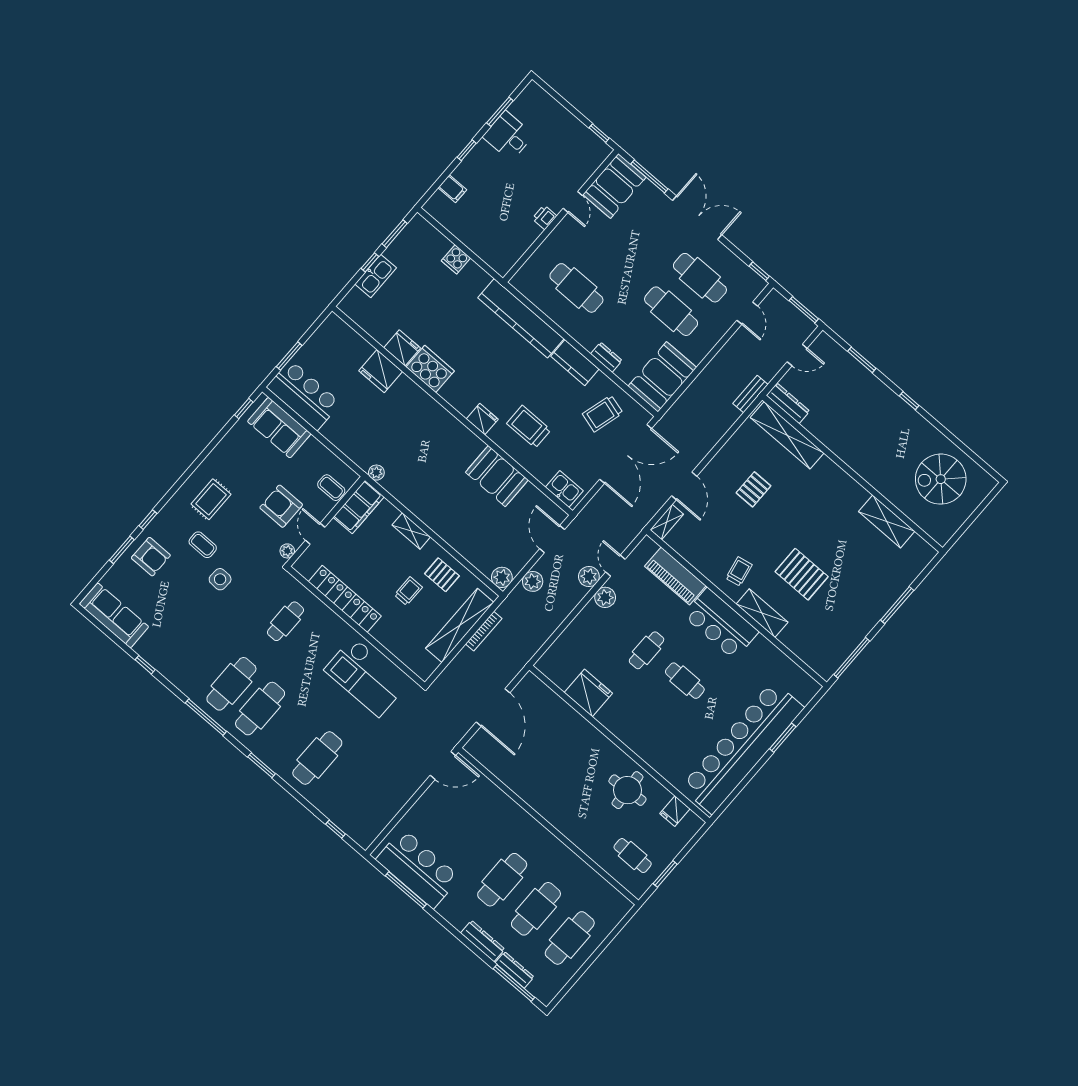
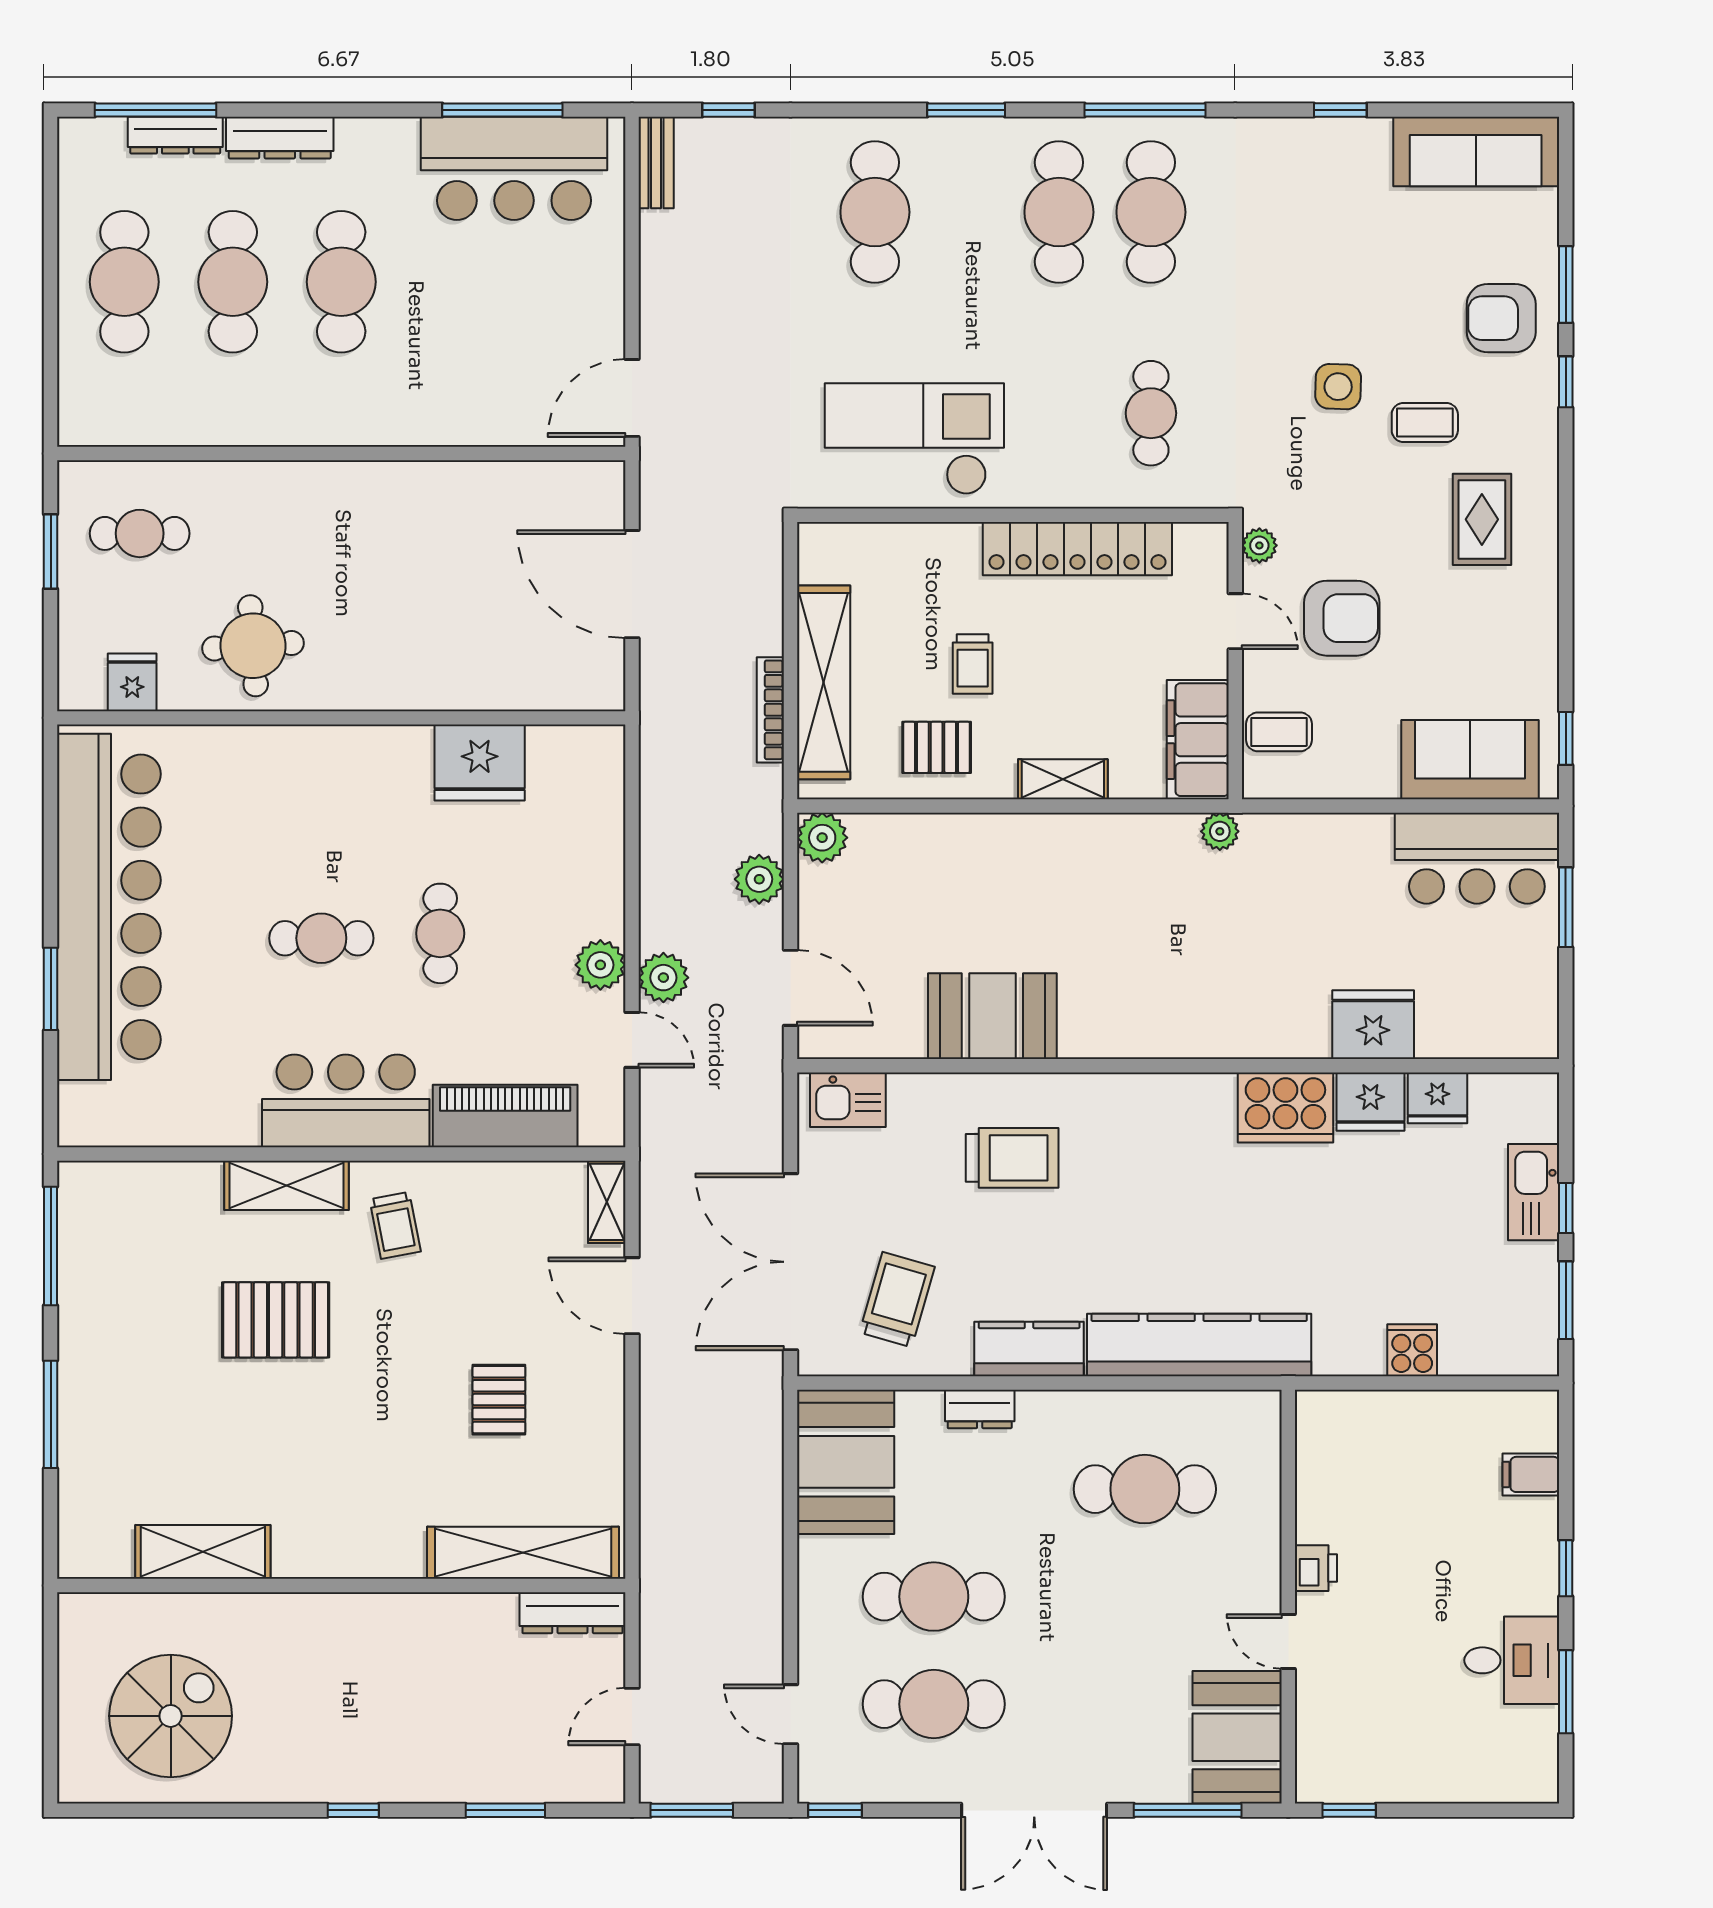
bench: (750, 394) -> (656, 162), moved
fridge: (482, 419) -> (1438, 1098), moved

